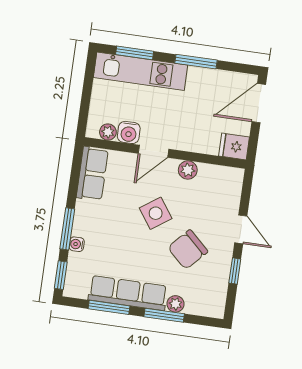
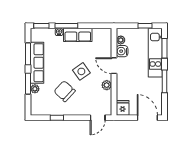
window: (88, 83) -> (145, 26), added
row of seats: (92, 174) -> (78, 35), moved
door: (241, 229) -> (98, 118), moved

